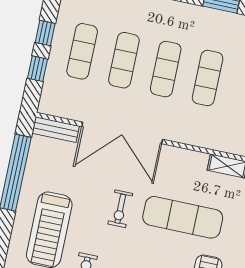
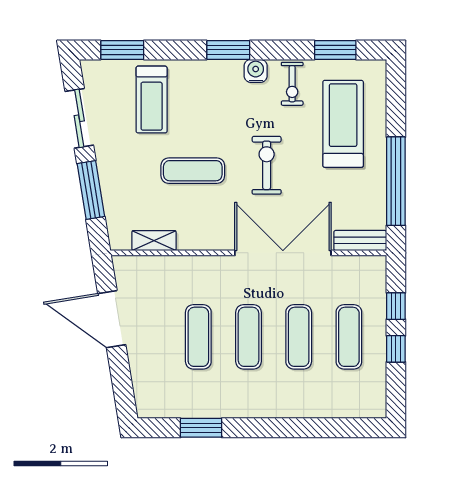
exercise bike: (120, 209) -> (267, 165), width x1.38, depth x1.39
exercise mat: (183, 217) -> (193, 171), width x0.73, depth x0.69

